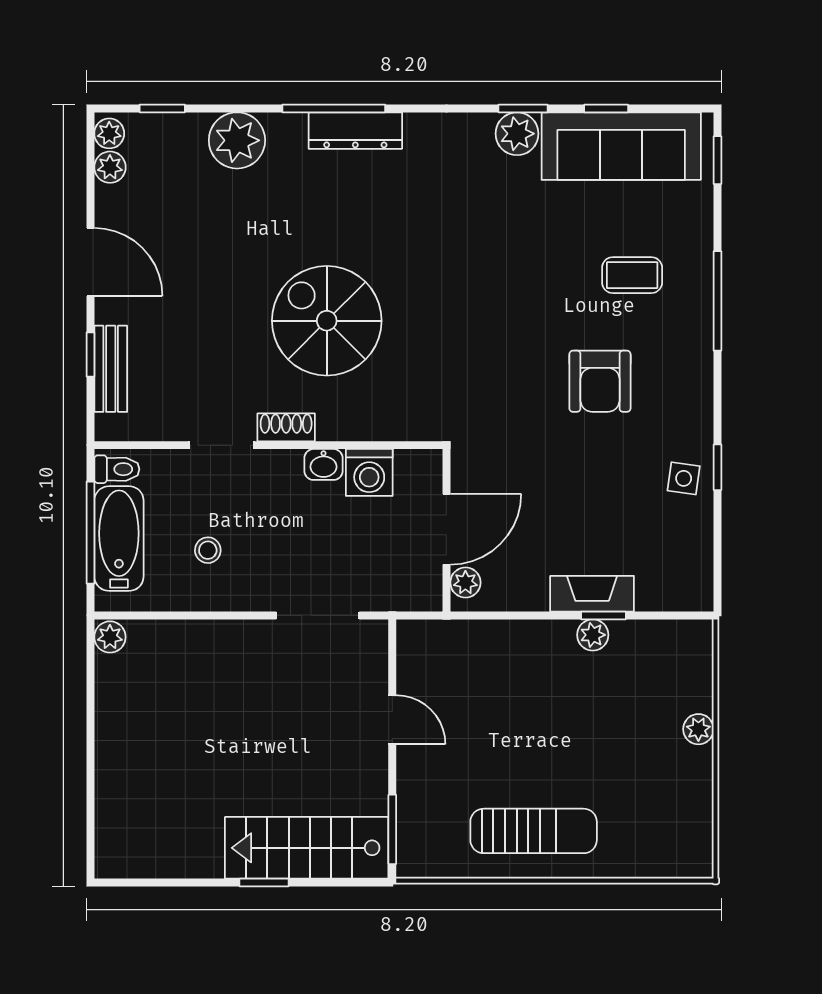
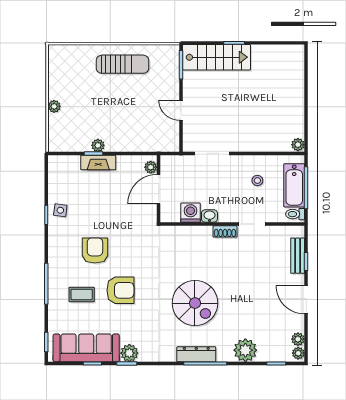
armchair: (539, 285) -> (120, 290), added
spiral stairs: (327, 321) -> (195, 303), moved
sun lounger: (534, 831) -> (122, 64), turned 180

